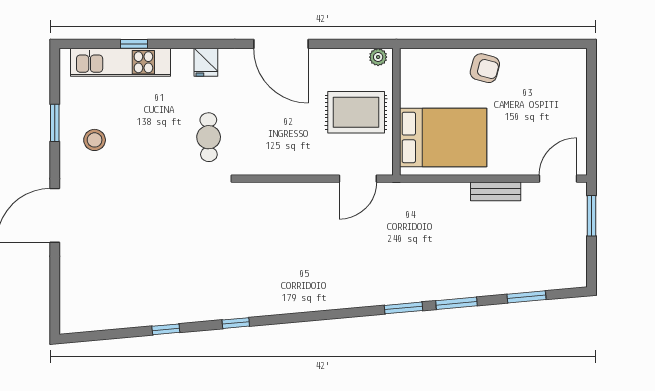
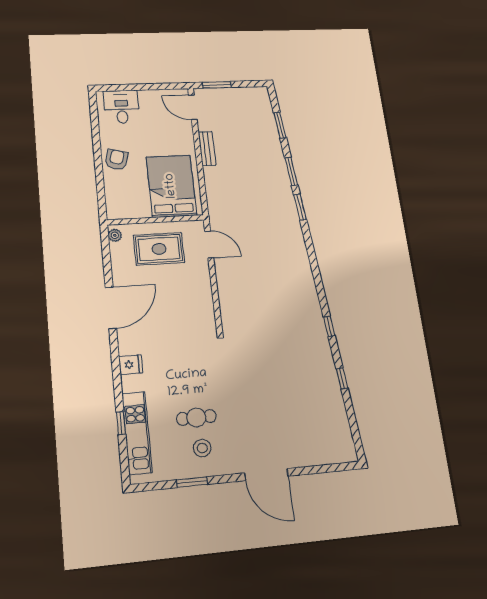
desk: (562, 82) -> (122, 107), added
rug: (356, 112) -> (159, 249), turned 90
cafe table: (209, 137) -> (196, 417), moved

